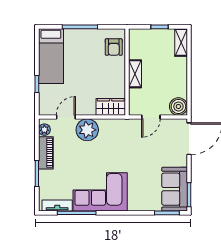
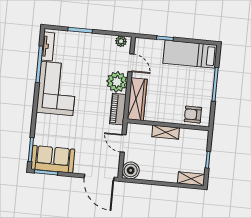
wardrobe: (111, 107) -> (137, 99), width x1.50
piano: (46, 153) -> (118, 109), moved, turned 90

